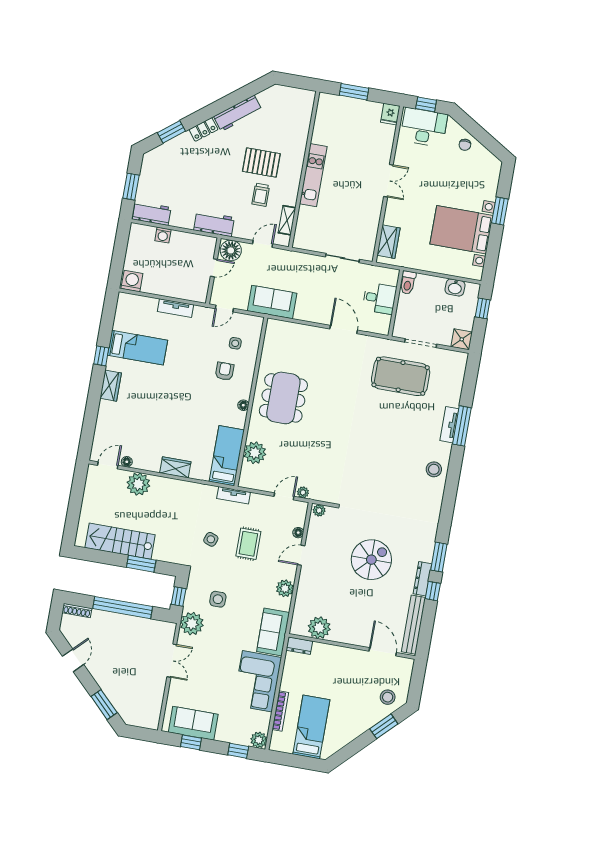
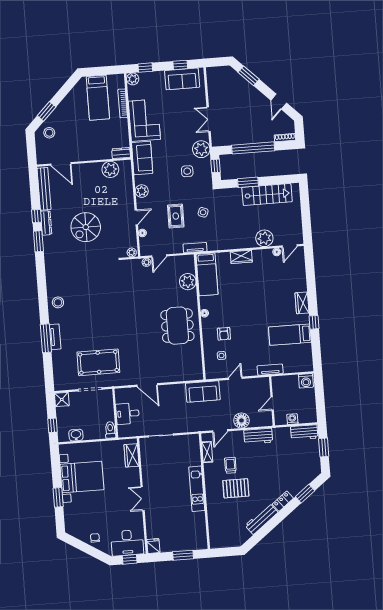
door: (214, 268) -> (272, 403), moved
wall: (213, 271) -> (272, 401), moved

